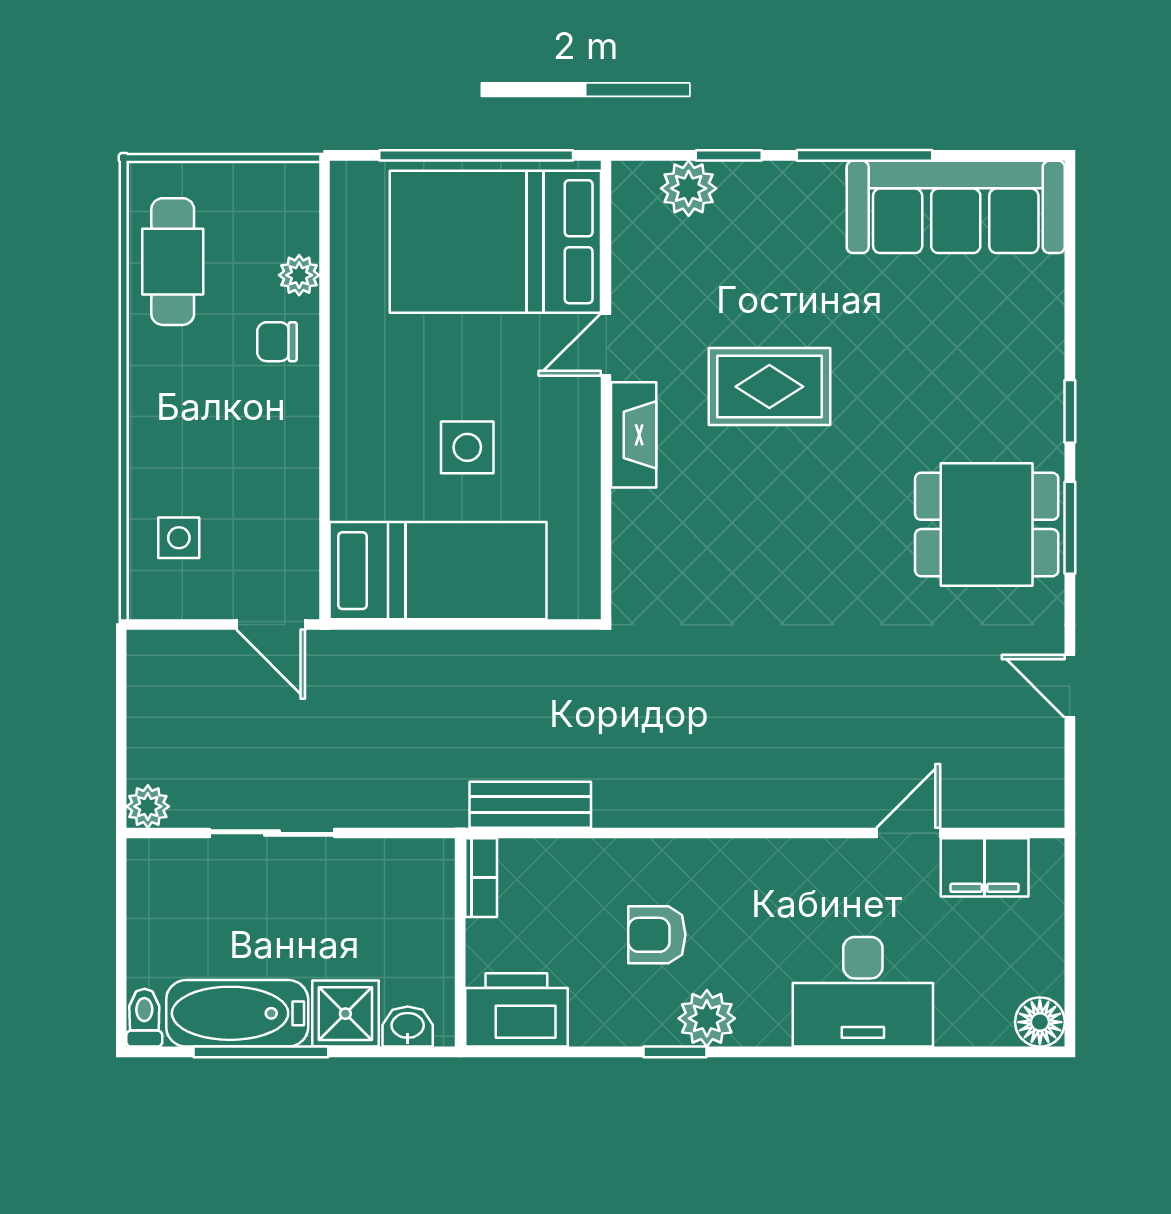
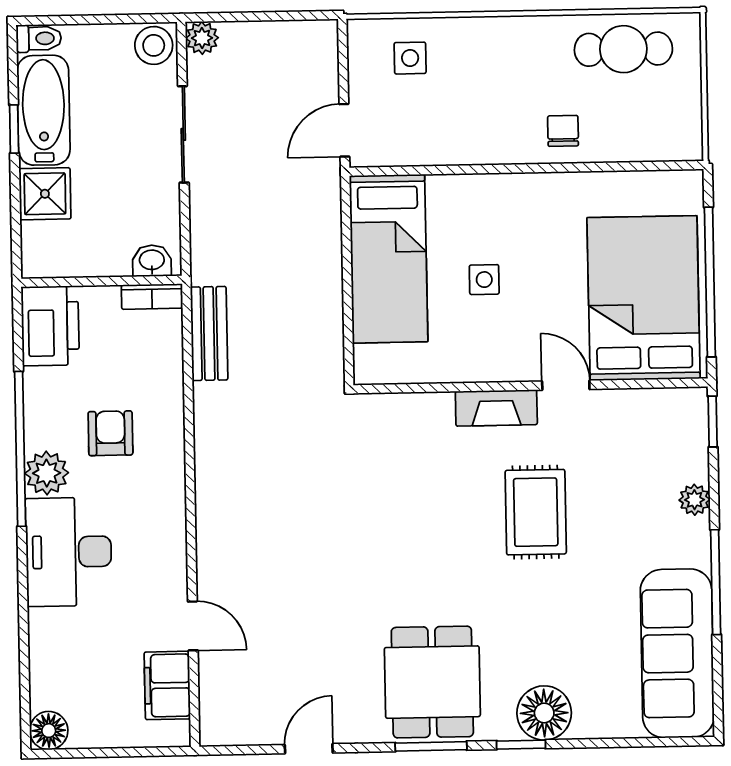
window: (729, 155) -> (713, 422), moved
plant: (689, 188) -> (695, 500), moved, width x0.73, depth x0.73
plant: (299, 275) -> (615, 147), removed
floor lamp: (1030, 381) -> (544, 713), added
side table: (467, 447) -> (484, 280), width x0.73, depth x0.73
stool: (156, 869) -> (154, 45), added
desk: (863, 992) -> (69, 552), moved
washbasin: (408, 1027) -> (152, 261), moved, turned -90
window: (261, 1052) -> (14, 129), width x0.46
window: (675, 1052) -> (20, 449), width x3.17

